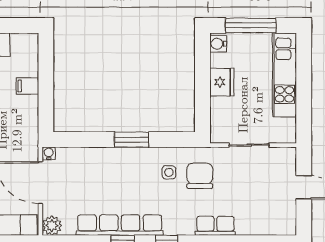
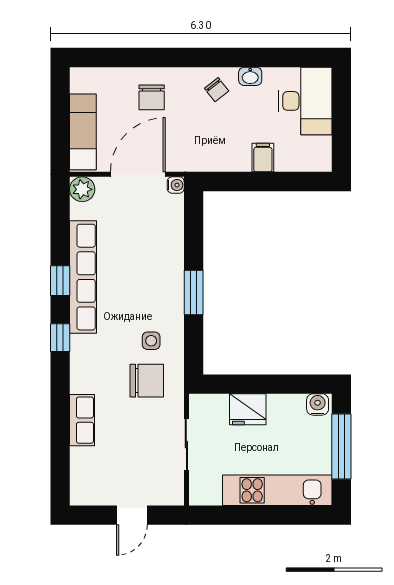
fridge: (222, 82) -> (248, 409), moved
row of seats: (215, 226) -> (82, 420), moved

